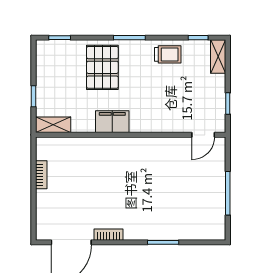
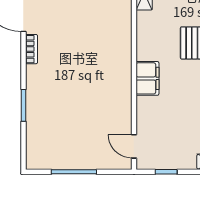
filing cabinet: (112, 122) -> (147, 78), moved

